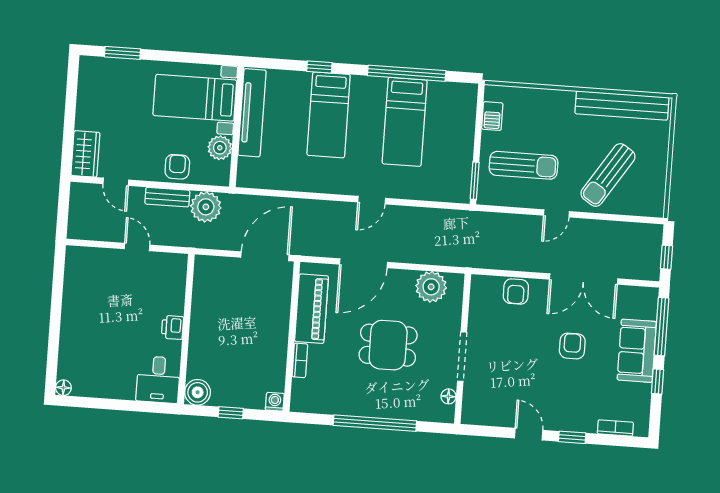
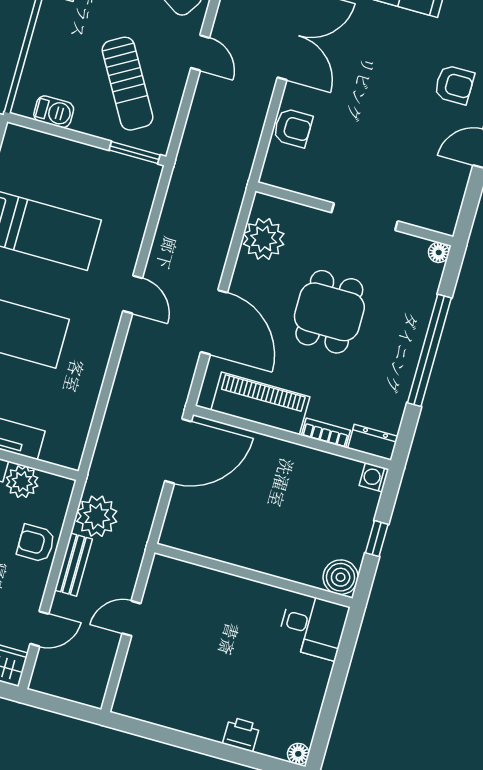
sun lounger: (524, 165) -> (127, 84), turned 150
door: (265, 256) -> (178, 451), swing flipped
printer: (173, 327) -> (241, 734), moved, turned 180
armchair: (572, 346) -> (454, 85), moved, turned 180
dresser: (300, 396) -> (373, 442), added
floor lamp: (448, 396) -> (439, 252), moved

